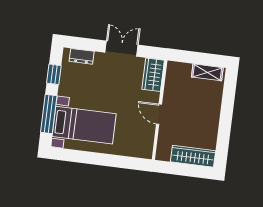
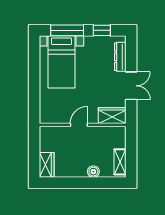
dresser: (82, 56) -> (120, 57), width x1.44
boiler: (215, 104) -> (93, 172), added
wardrobe: (193, 156) -> (47, 165), width x0.67

